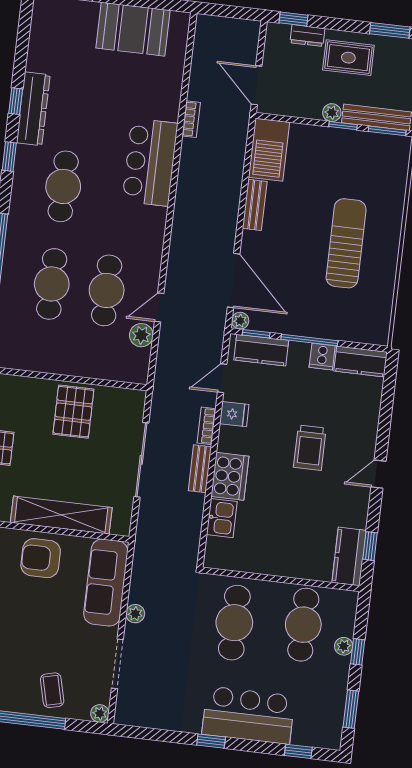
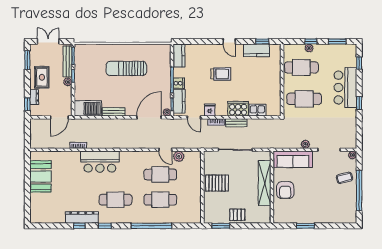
cooker: (322, 357) -> (179, 83), moved
kitchen counter: (349, 556) -> (256, 50), moved

